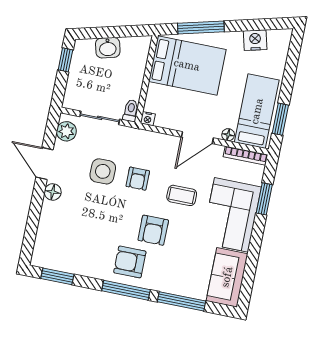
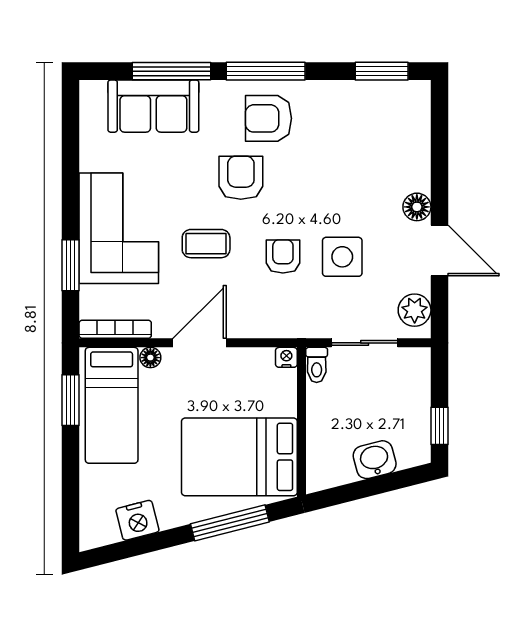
armchair: (130, 262) -> (269, 118), turned 180
sofa: (227, 277) -> (153, 106), moved, turned 90

